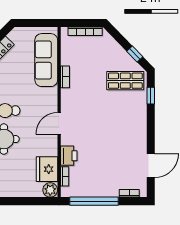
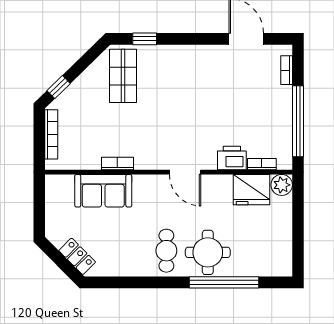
window: (135, 54) -> (59, 87), moved
sofa: (46, 60) -> (103, 191), width x0.73

